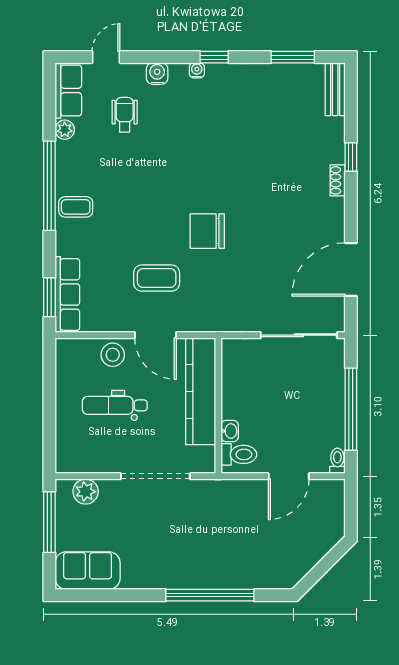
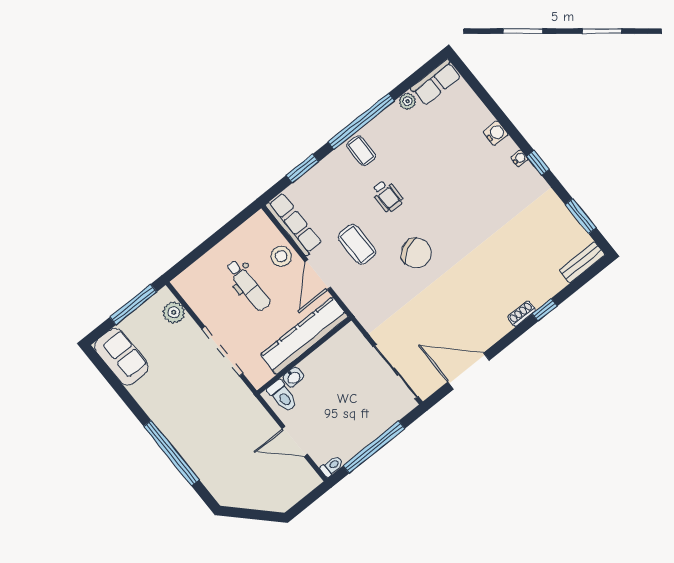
door: (106, 57) -> (479, 90), removed
wheelchair: (125, 115) -> (387, 196), moved, turned 90
chair: (207, 231) -> (416, 253), turned 152
row of seats: (67, 295) -> (294, 224), moved, turned -90
window: (49, 297) -> (303, 168), moved
dental chair: (115, 405) -> (248, 285), turned 180

